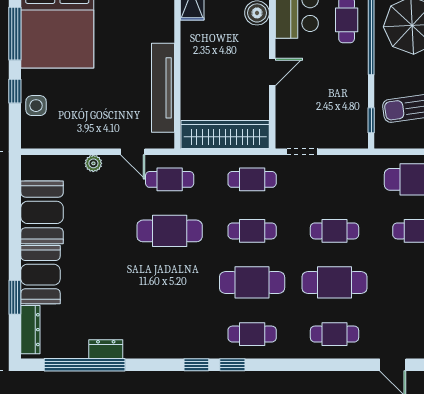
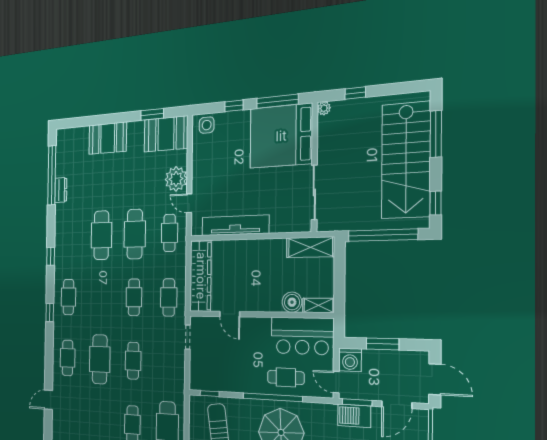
door: (272, 72) -> (230, 314), moved
side table: (36, 106) -> (207, 125), moved
door: (133, 152) -> (189, 203), hinge flipped
plant: (93, 163) -> (176, 179), width x1.88, depth x1.88
booth: (42, 212) -> (166, 134), moved
cafe table: (252, 282) -> (101, 235), moved
window: (15, 297) -> (152, 114), moved
dresser: (30, 330) -> (73, 134), removed
window: (232, 365) -> (50, 313), moved

